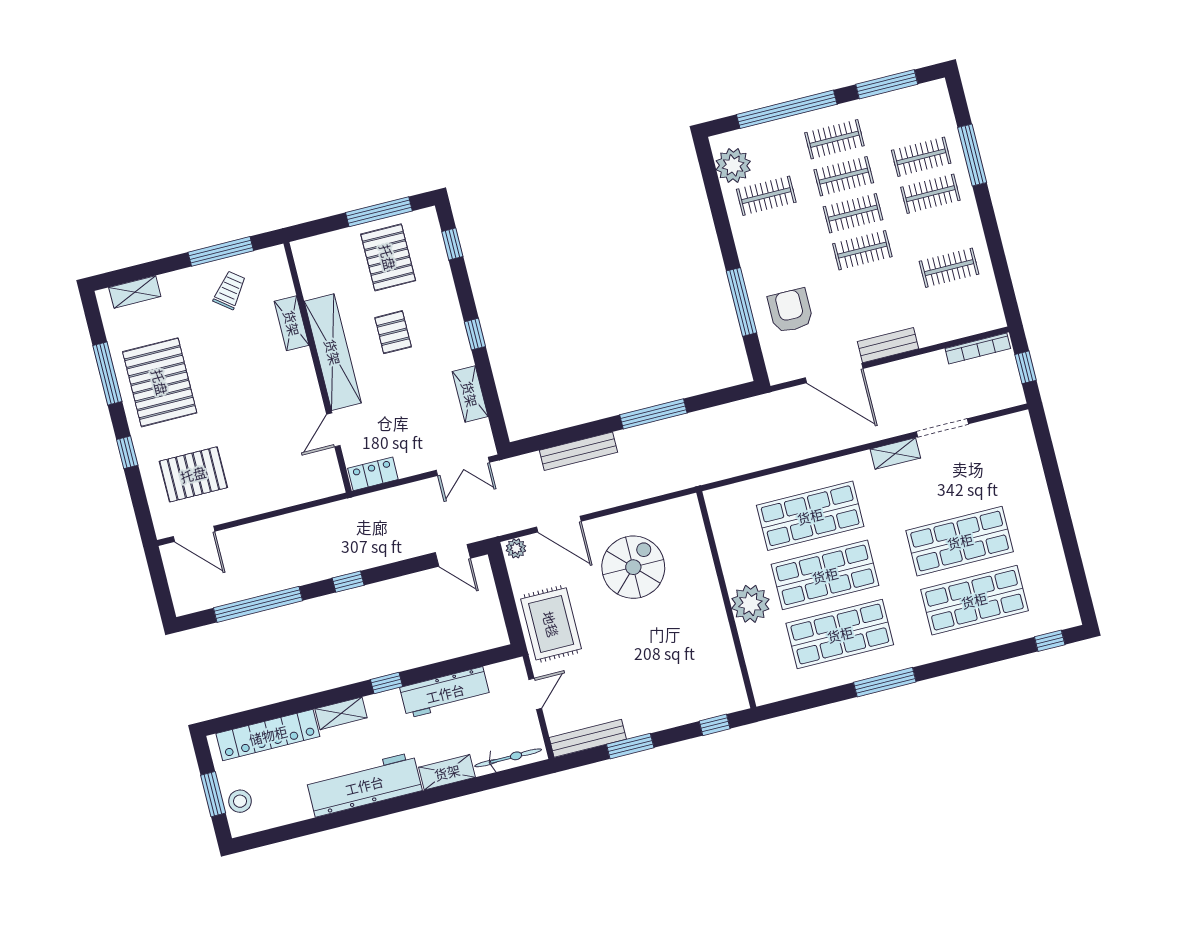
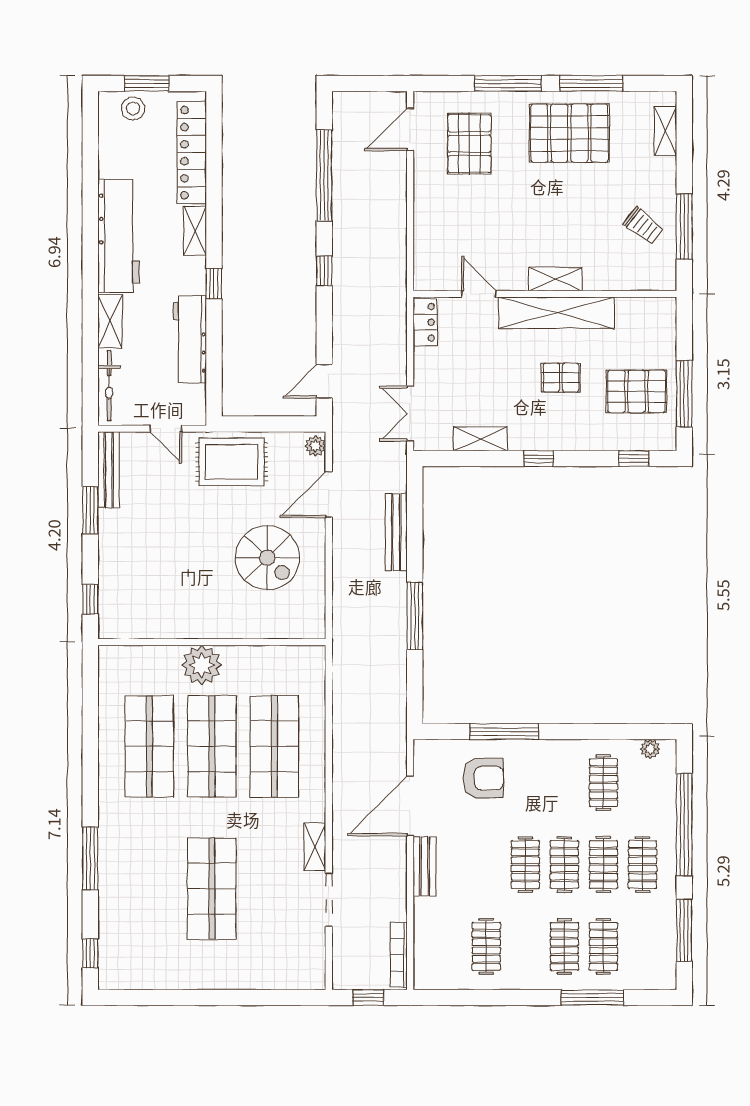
plant: (733, 165) -> (650, 749), width x0.53, depth x0.53
shelving: (292, 323) -> (555, 279), moved
window: (127, 452) -> (508, 83), width x2.17
shop shelf: (974, 600) -> (149, 889), removed
window: (885, 682) -> (90, 858), moved

